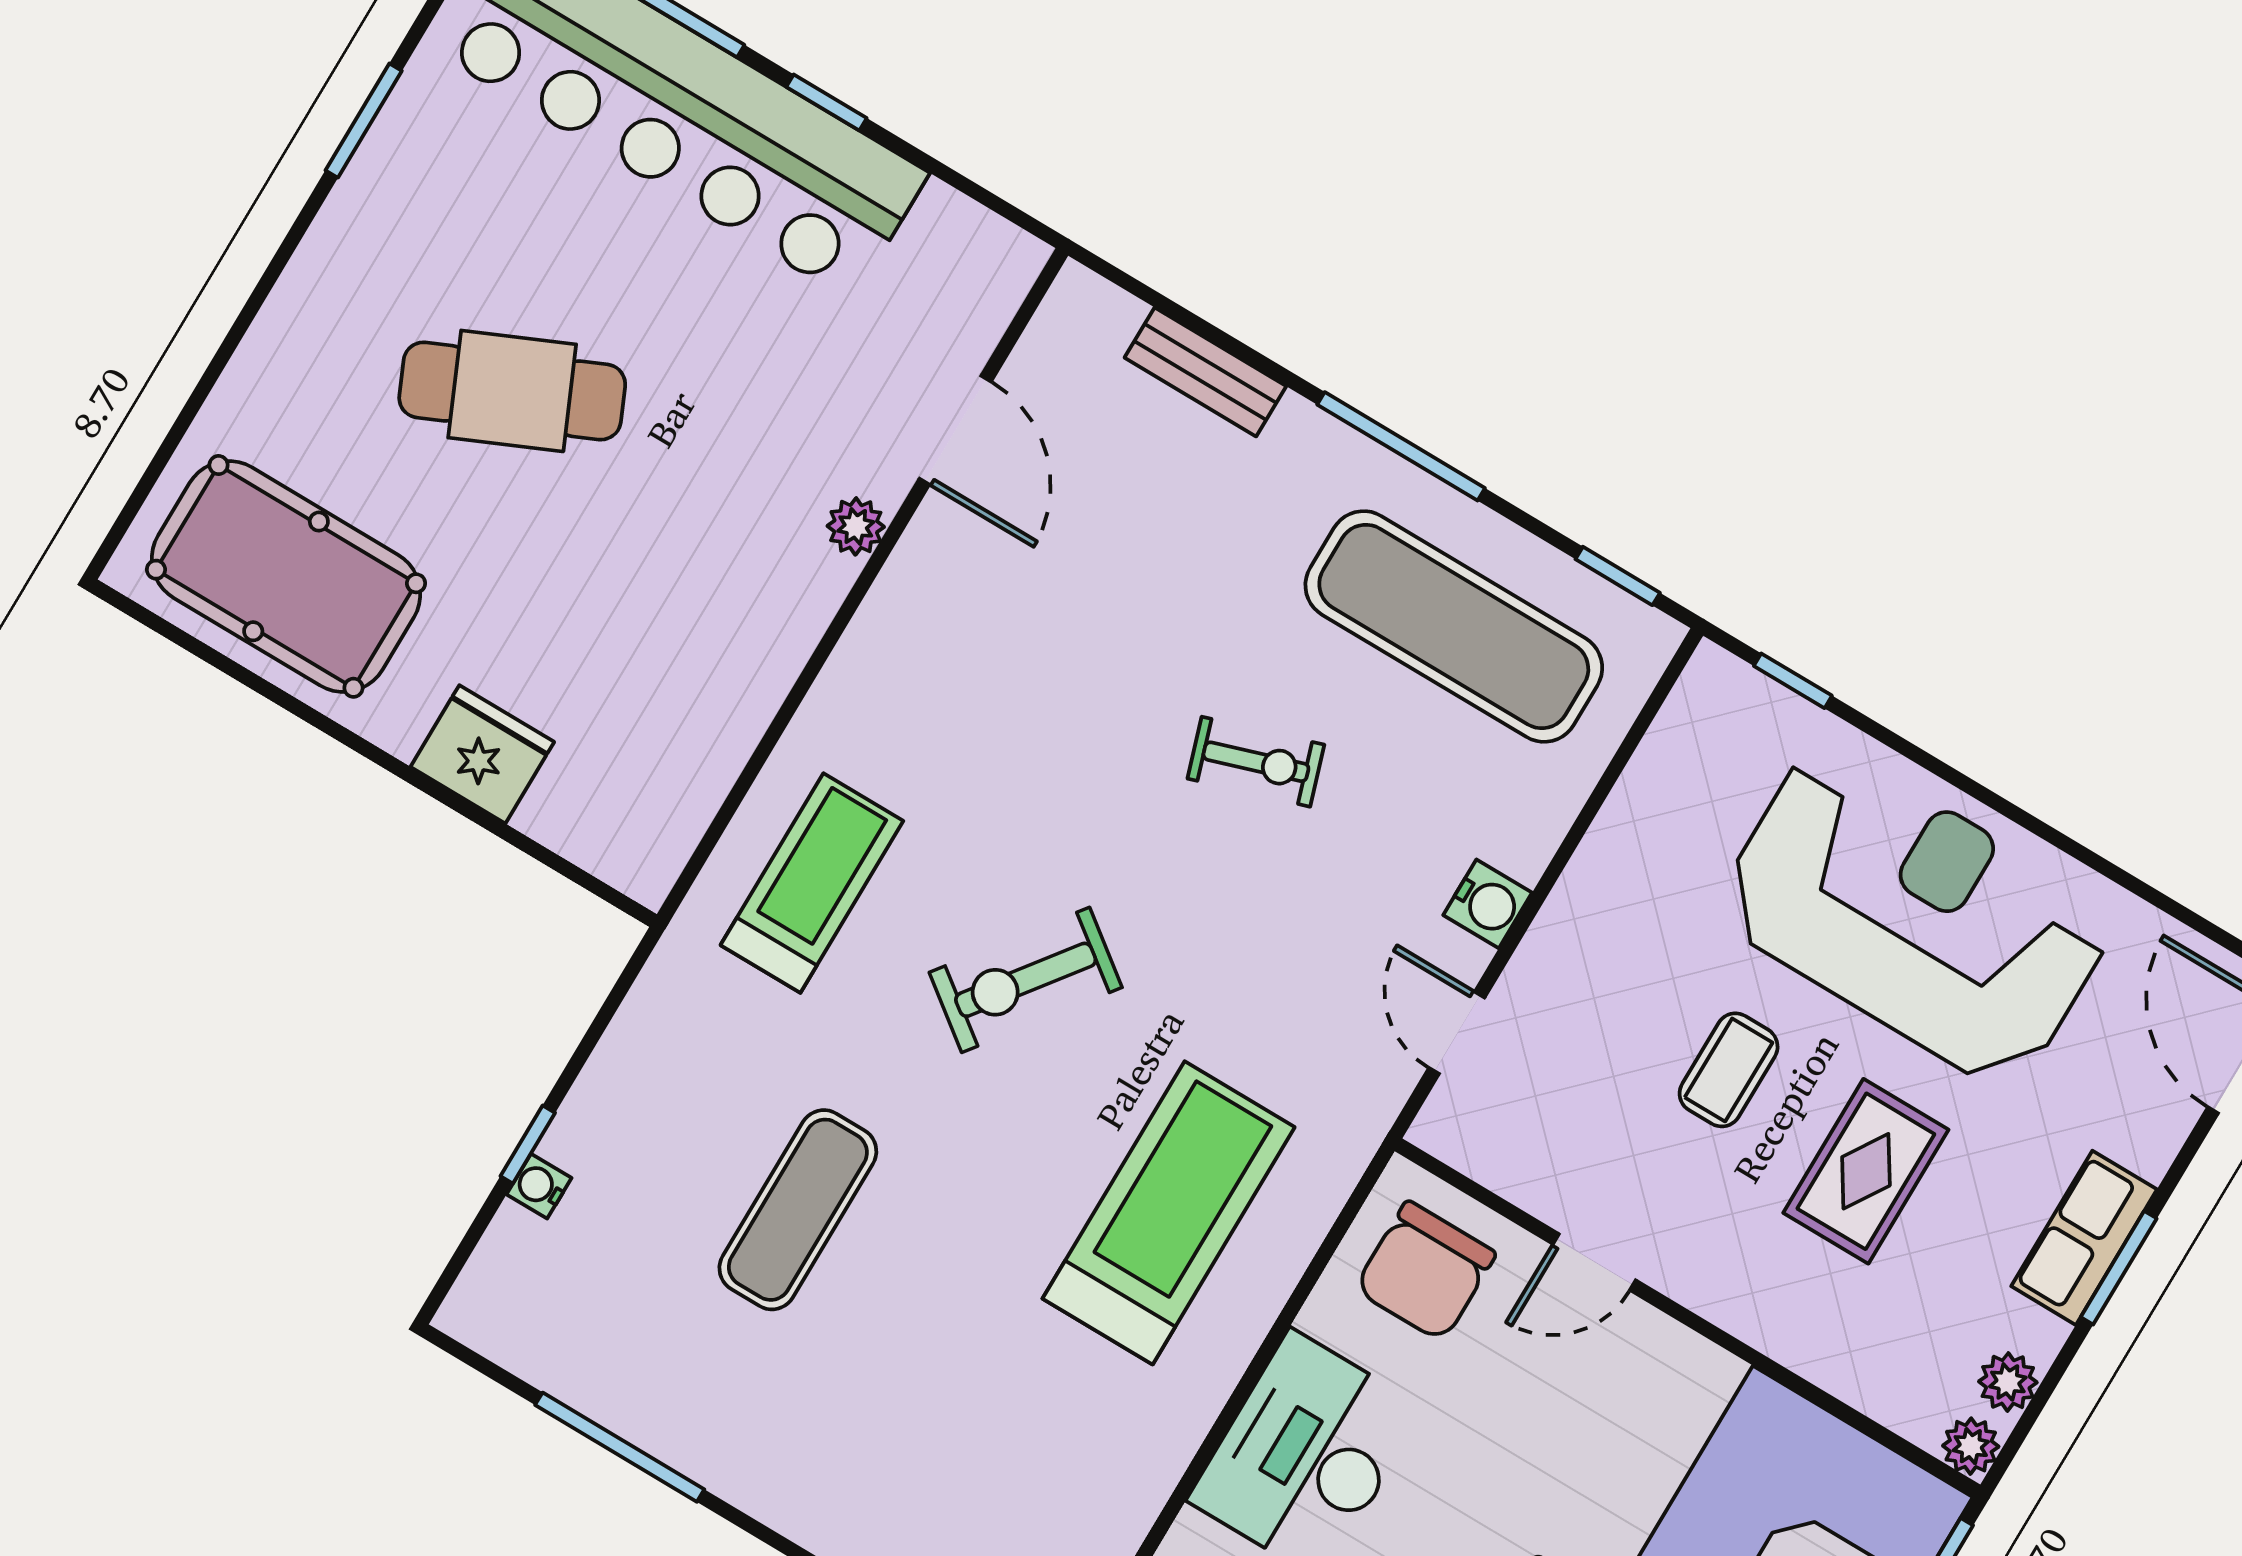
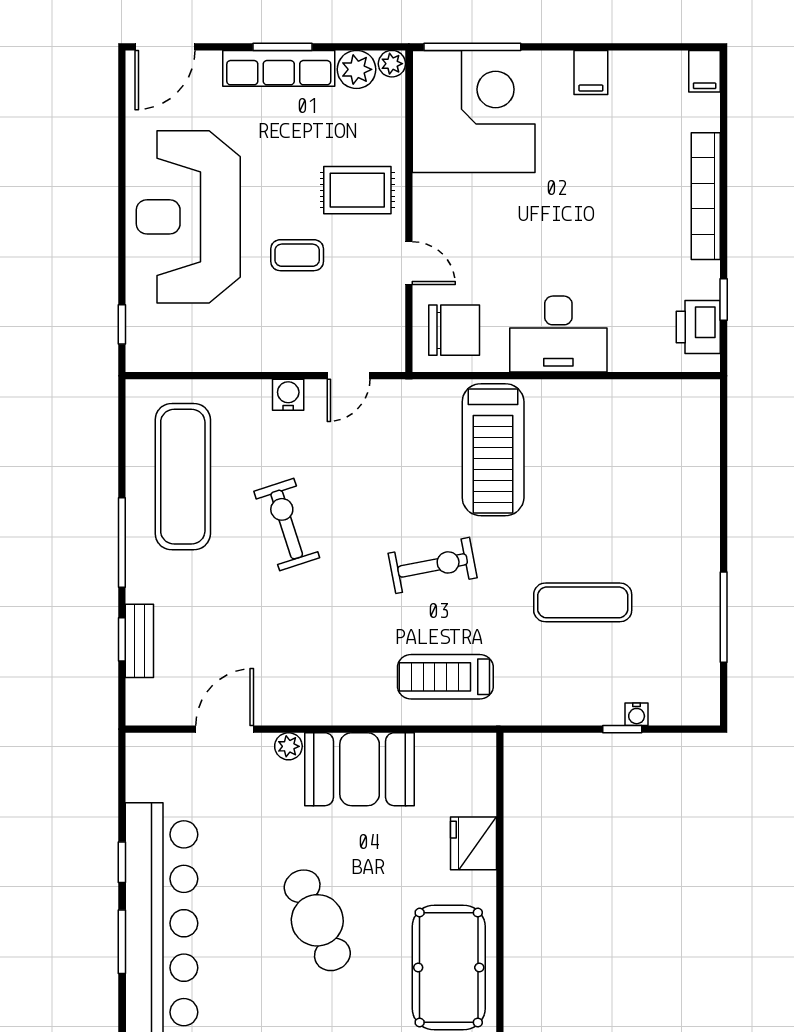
window: (1618, 576) -> (122, 639), moved
booth: (738, 629) -> (360, 769), added
exercise bike: (1256, 762) -> (287, 525), width x1.38, depth x1.39
exercise bike: (1026, 980) -> (433, 565), turned -48
rug: (1866, 1171) -> (357, 190), moved
treadmill: (1169, 1213) -> (493, 450), turned -90
row of seats: (2084, 1238) -> (279, 68), width x1.48
plant: (2008, 1382) -> (357, 69), width x1.38, depth x1.38

